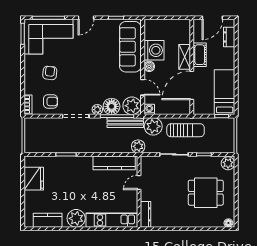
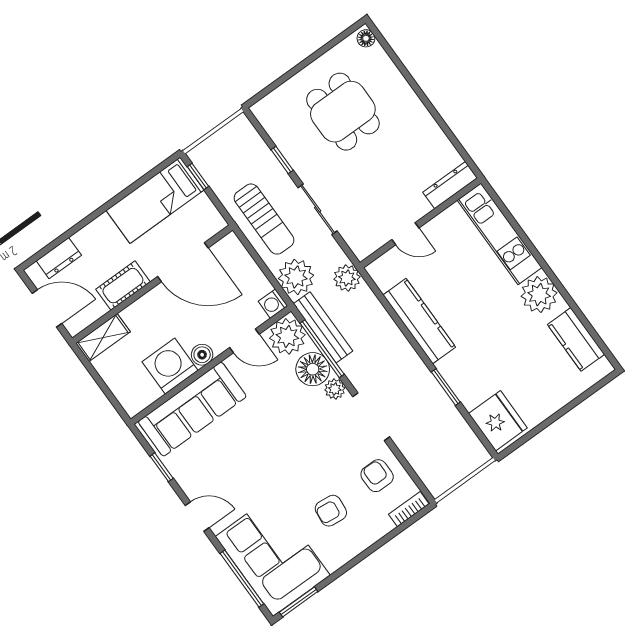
shelving: (185, 57) -> (103, 338), moved
door: (143, 87) -> (244, 341), swing flipped
sun lounger: (186, 130) -> (264, 219), turned 180
kitchen counter: (114, 163) -> (419, 321), moved
plant: (228, 163) -> (268, 110), removed
fridge: (34, 179) -> (498, 421), moved, turned 90

